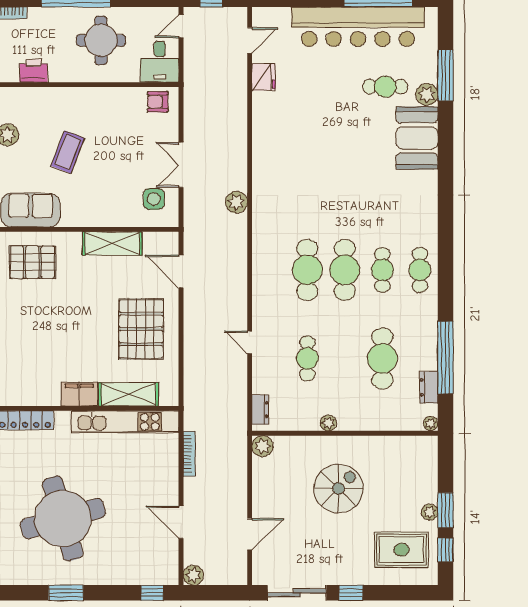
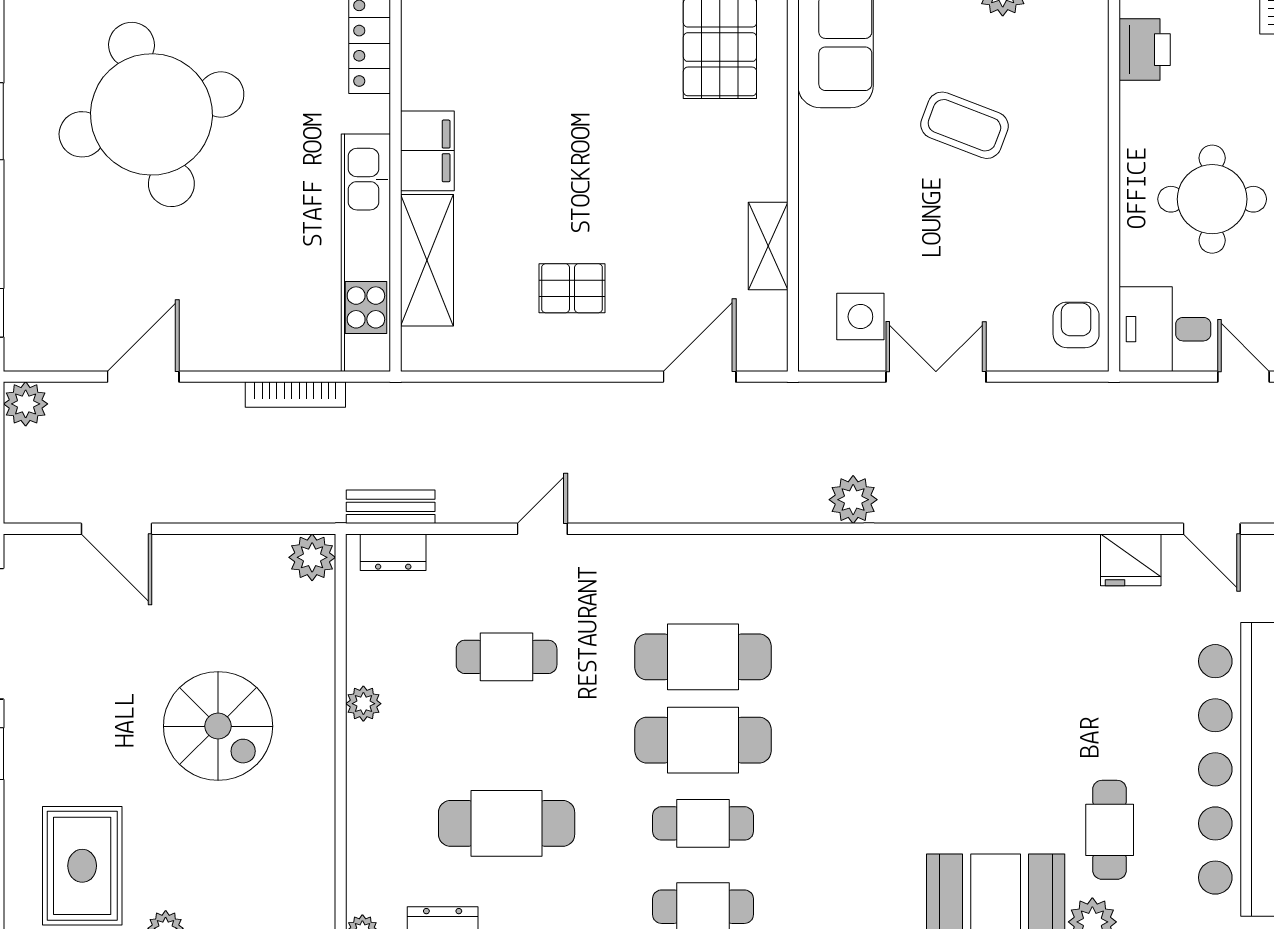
shelving: (112, 244) -> (768, 246), width x0.67, depth x0.75
pallet: (141, 329) -> (572, 288), width x0.49, depth x0.50
bench: (240, 411) -> (391, 507), added

